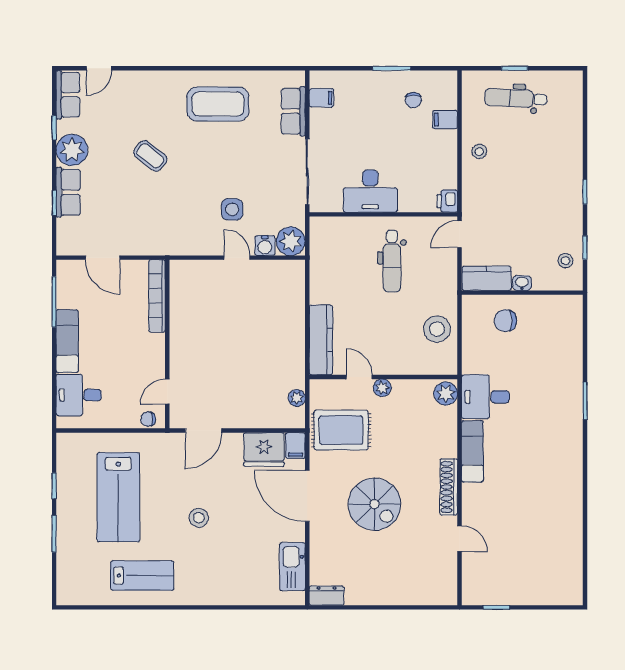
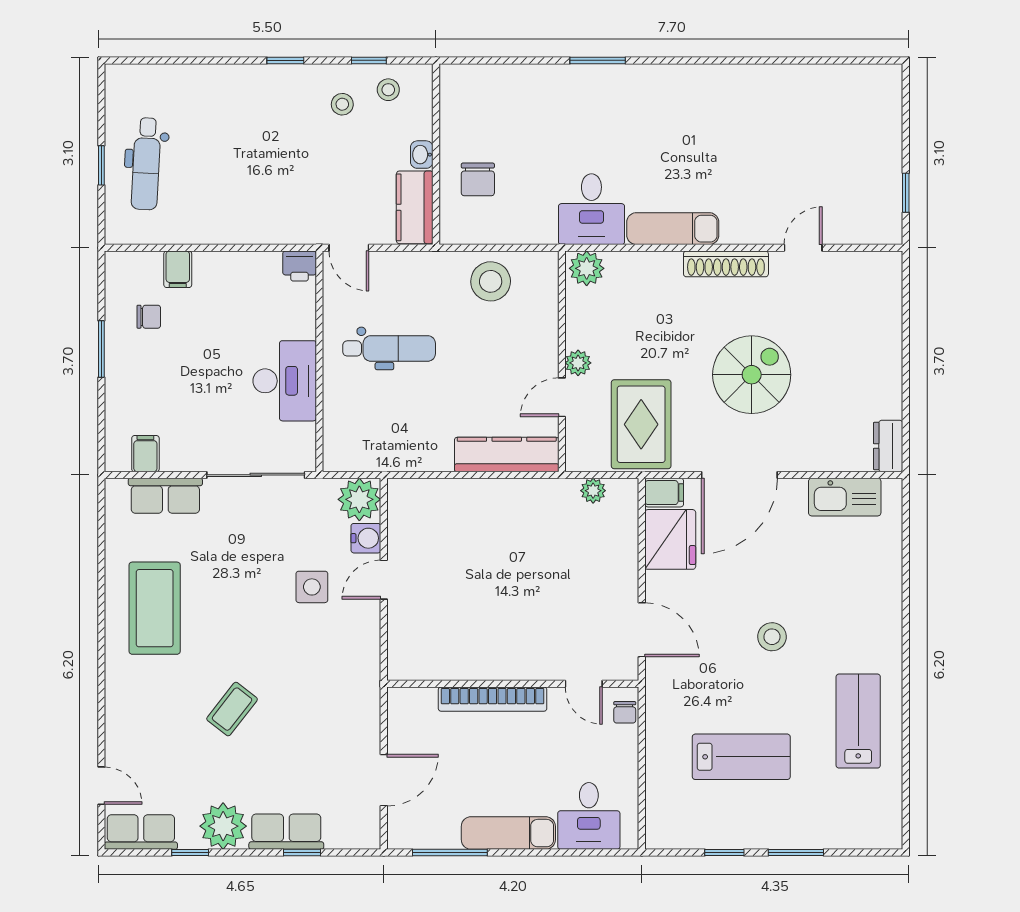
stool: (479, 151) -> (342, 104), moved
bookcase: (157, 296) -> (493, 699), moved
lab bench: (118, 497) -> (741, 757), width x0.73, depth x0.72

